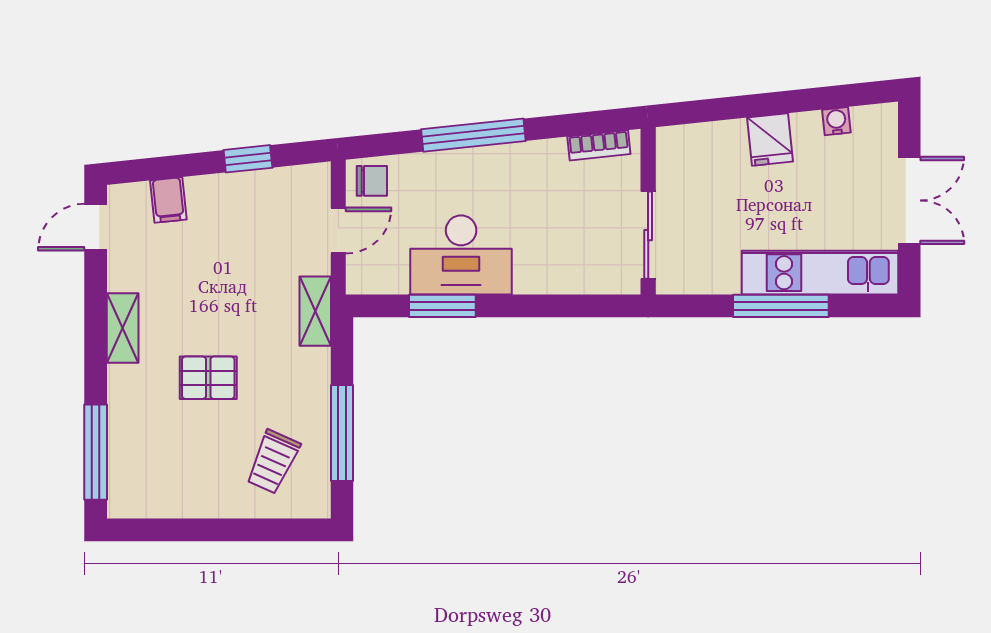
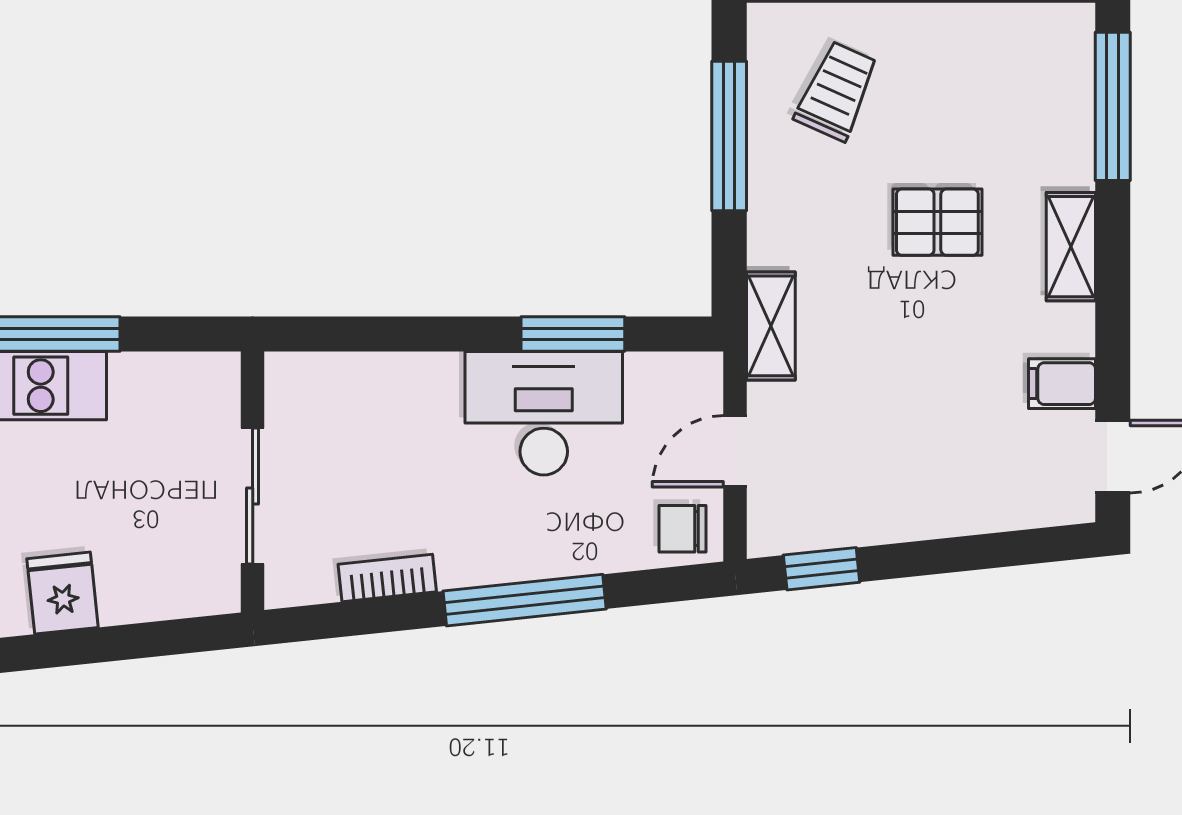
bookcase: (599, 145) -> (387, 578), moved
window: (248, 159) -> (822, 569), moved
filing cabinet: (168, 200) -> (1062, 384), moved, turned -84
sliding door: (648, 235) -> (253, 496), moved
shelving: (123, 328) -> (1071, 247), moved

